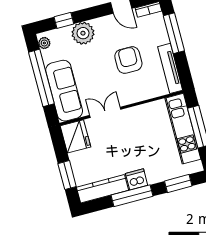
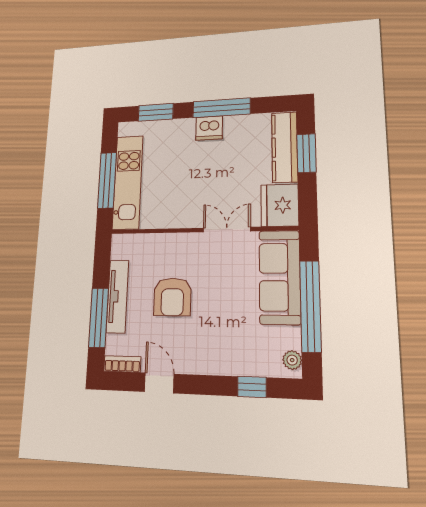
plant: (83, 33) -> (228, 357), removed
tv unit: (170, 68) -> (117, 296), moved
double door: (105, 112) -> (227, 230), swing flipped
kitchen counter: (103, 189) -> (285, 147), moved, turned 90

